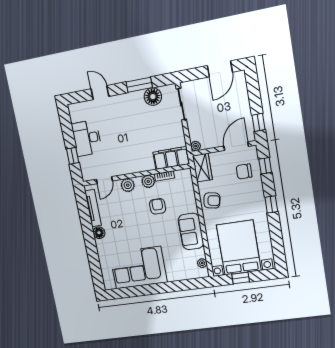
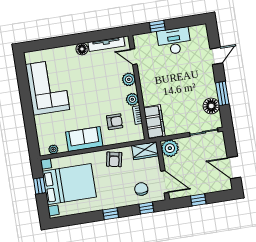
window: (258, 122) -> (198, 200), moved
plant: (196, 146) -> (170, 148), width x1.88, depth x1.88
armchair: (158, 206) -> (115, 122), moved

